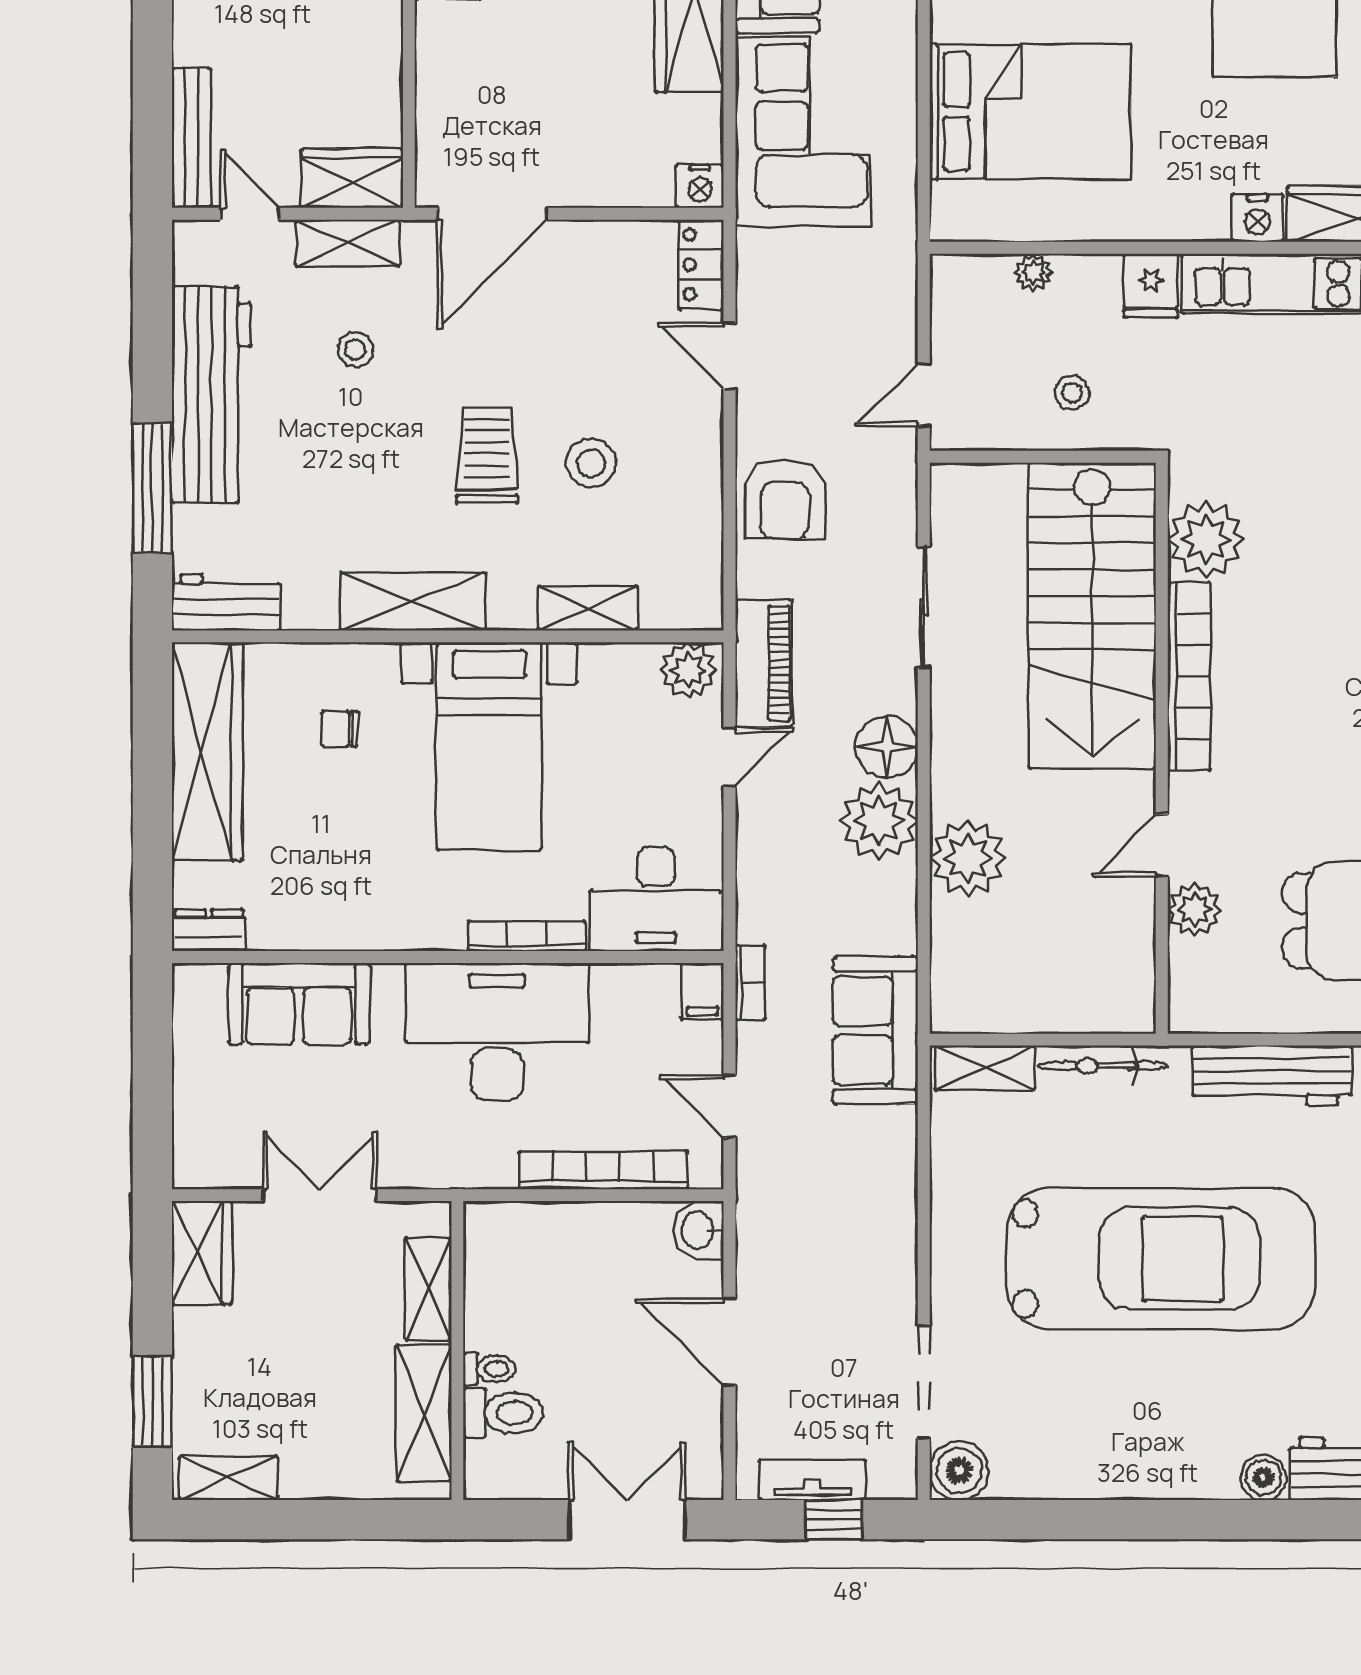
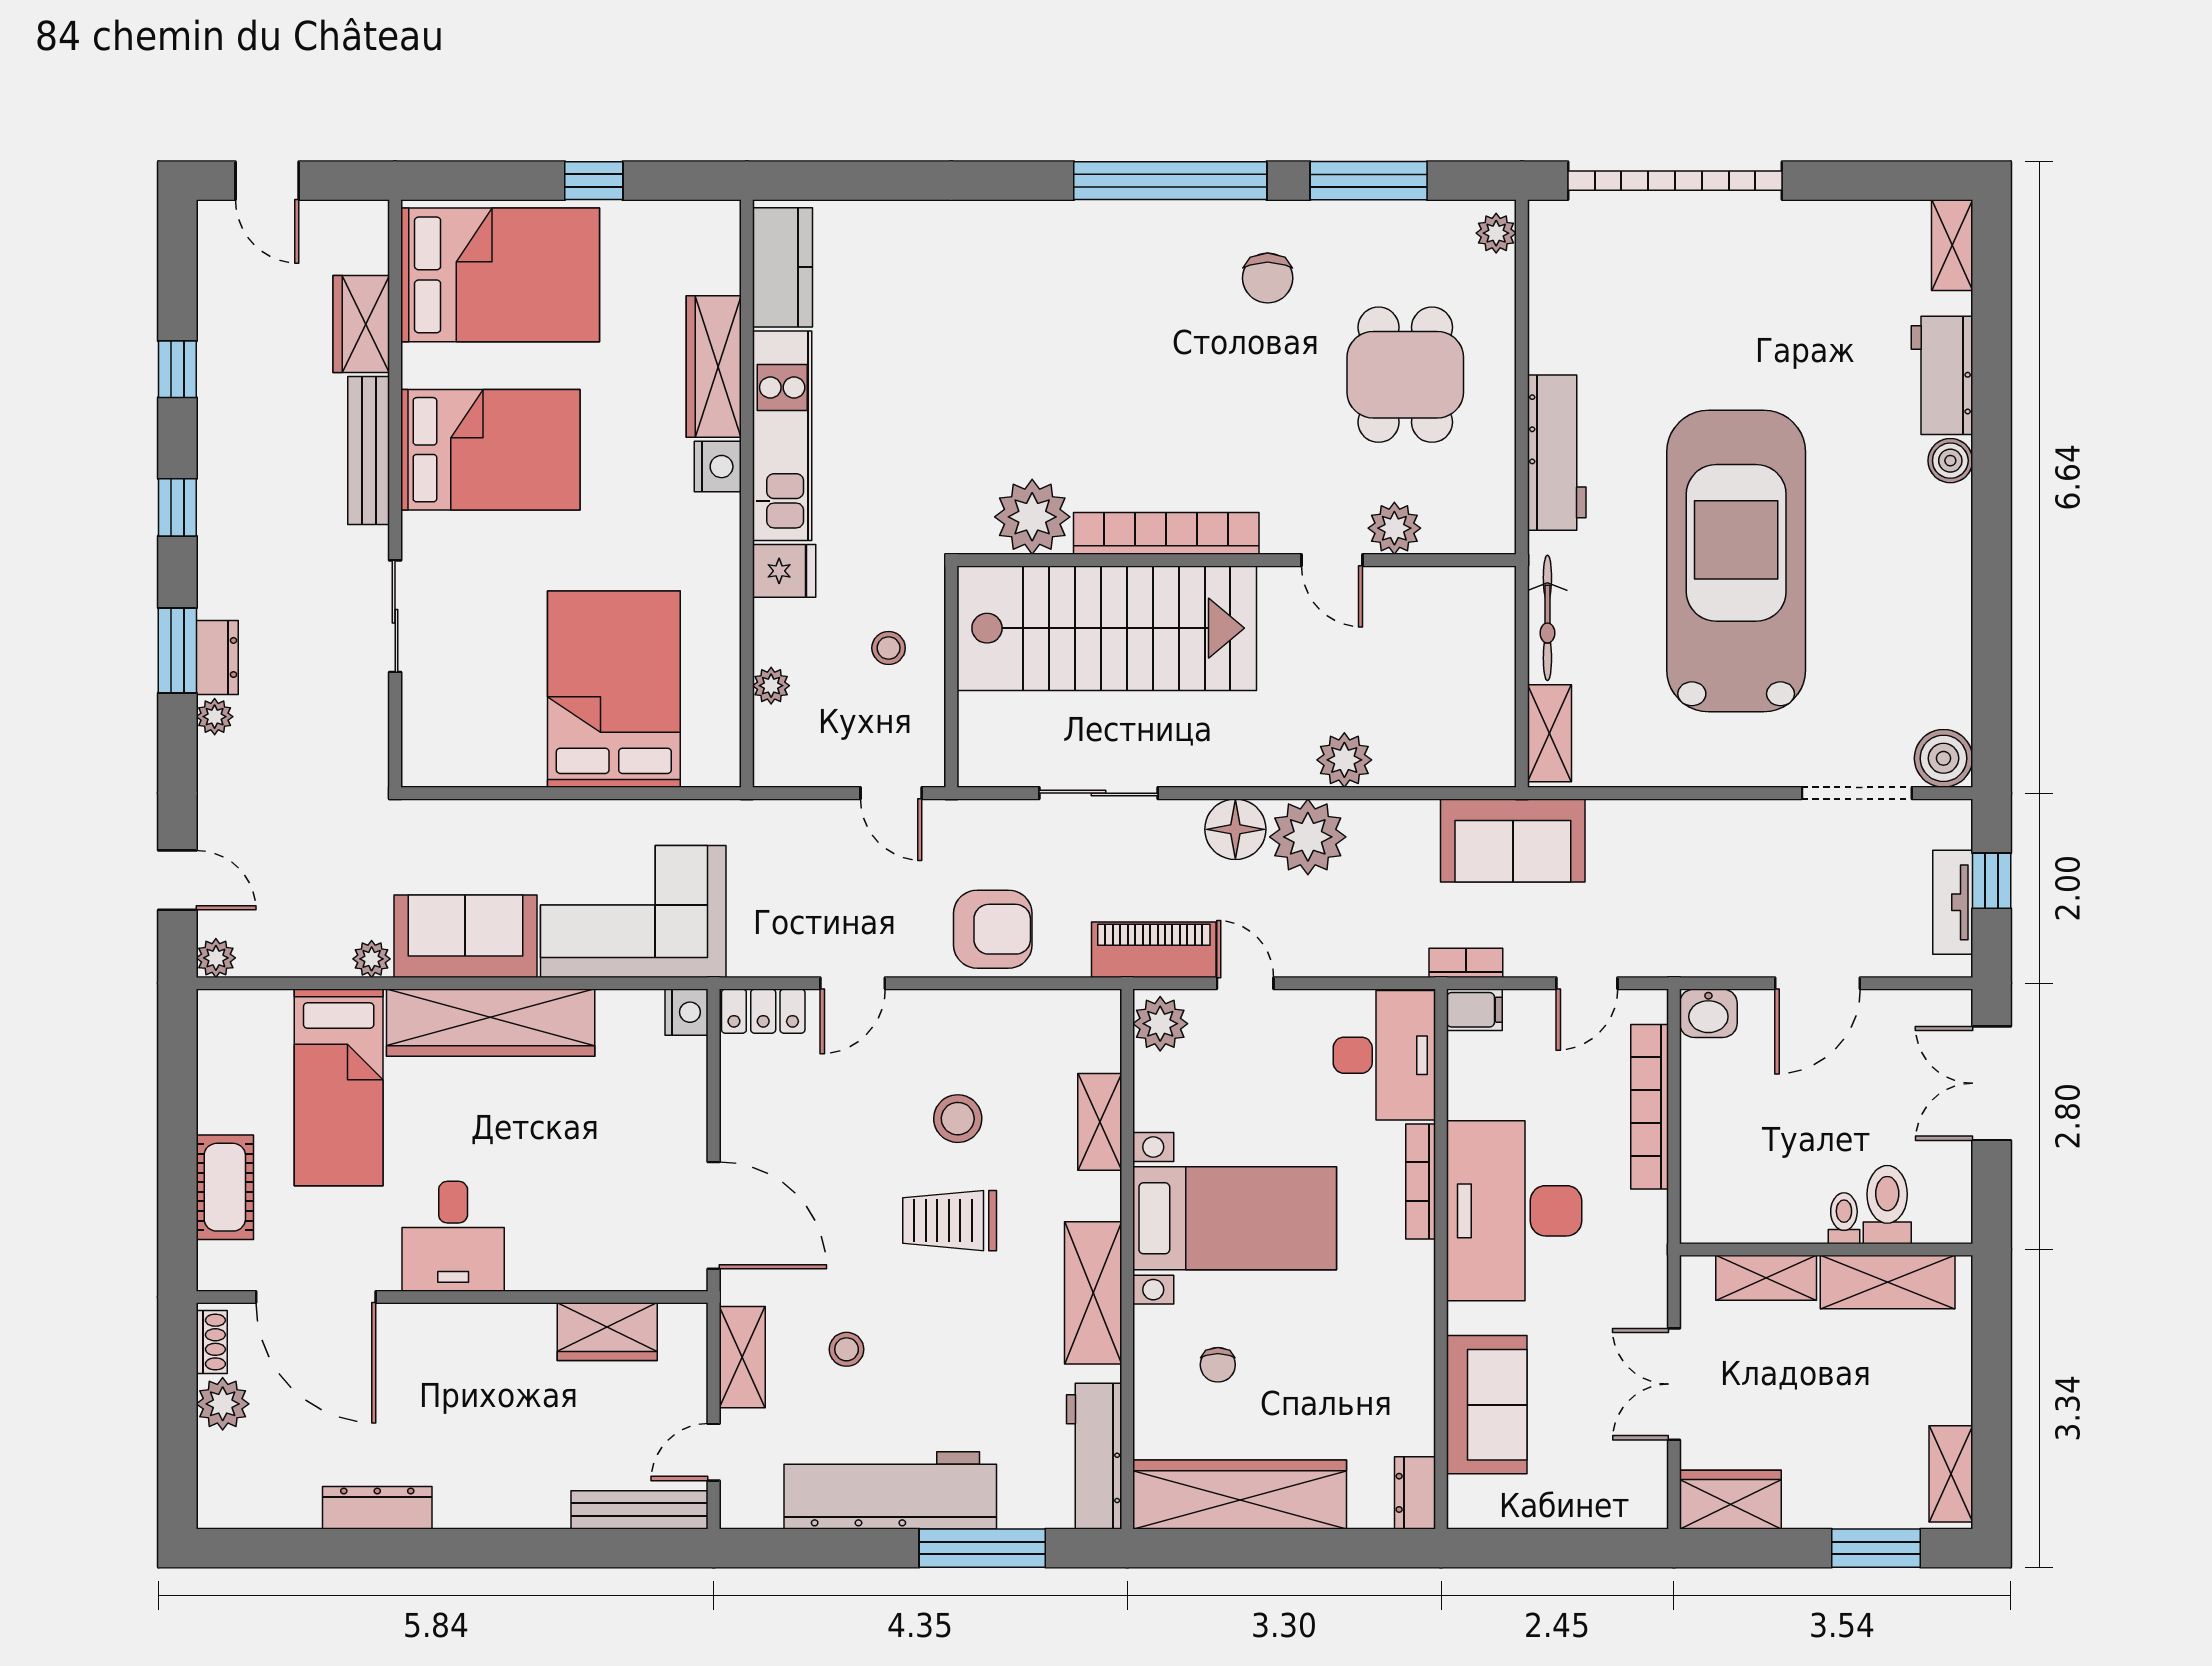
wardrobe: (352, 178) -> (607, 1332), moved, turned -90
workbench: (226, 603) -> (1094, 1456), width x1.38
plant: (968, 858) -> (1344, 760), width x0.73, depth x0.73

